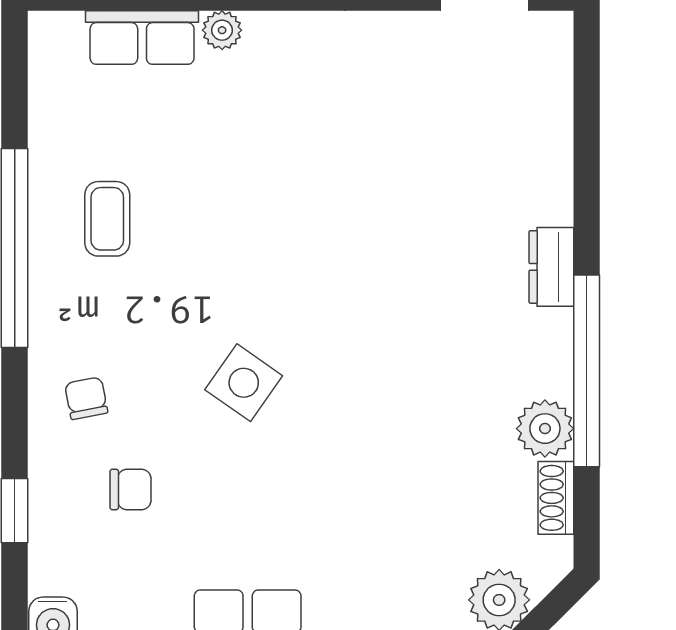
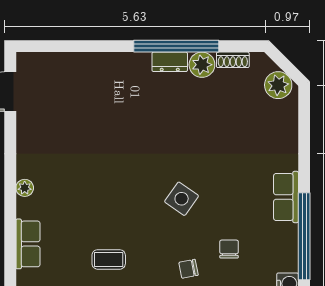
plant: (222, 30) -> (25, 188), moved
dresser: (551, 267) -> (170, 62), moved

